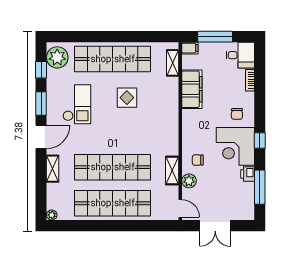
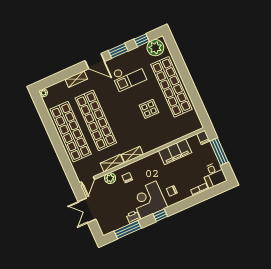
shelving: (173, 63) -> (132, 155), moved

